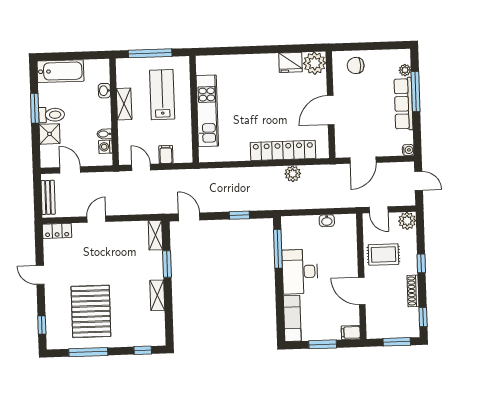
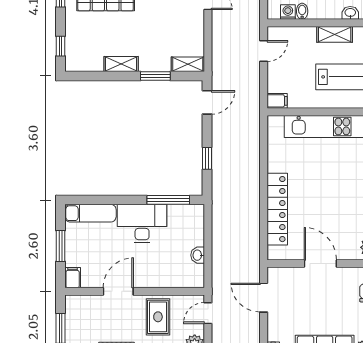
filing cabinet: (166, 154) -> (277, 101), moved
plant: (293, 174) -> (251, 219), removed

